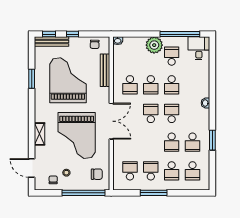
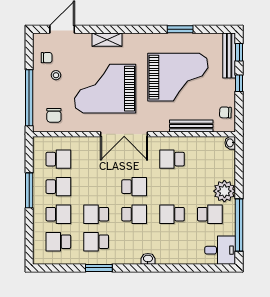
school desk: (151, 85) -> (172, 187), removed
school desk: (172, 171) -> (58, 214), turned 180

